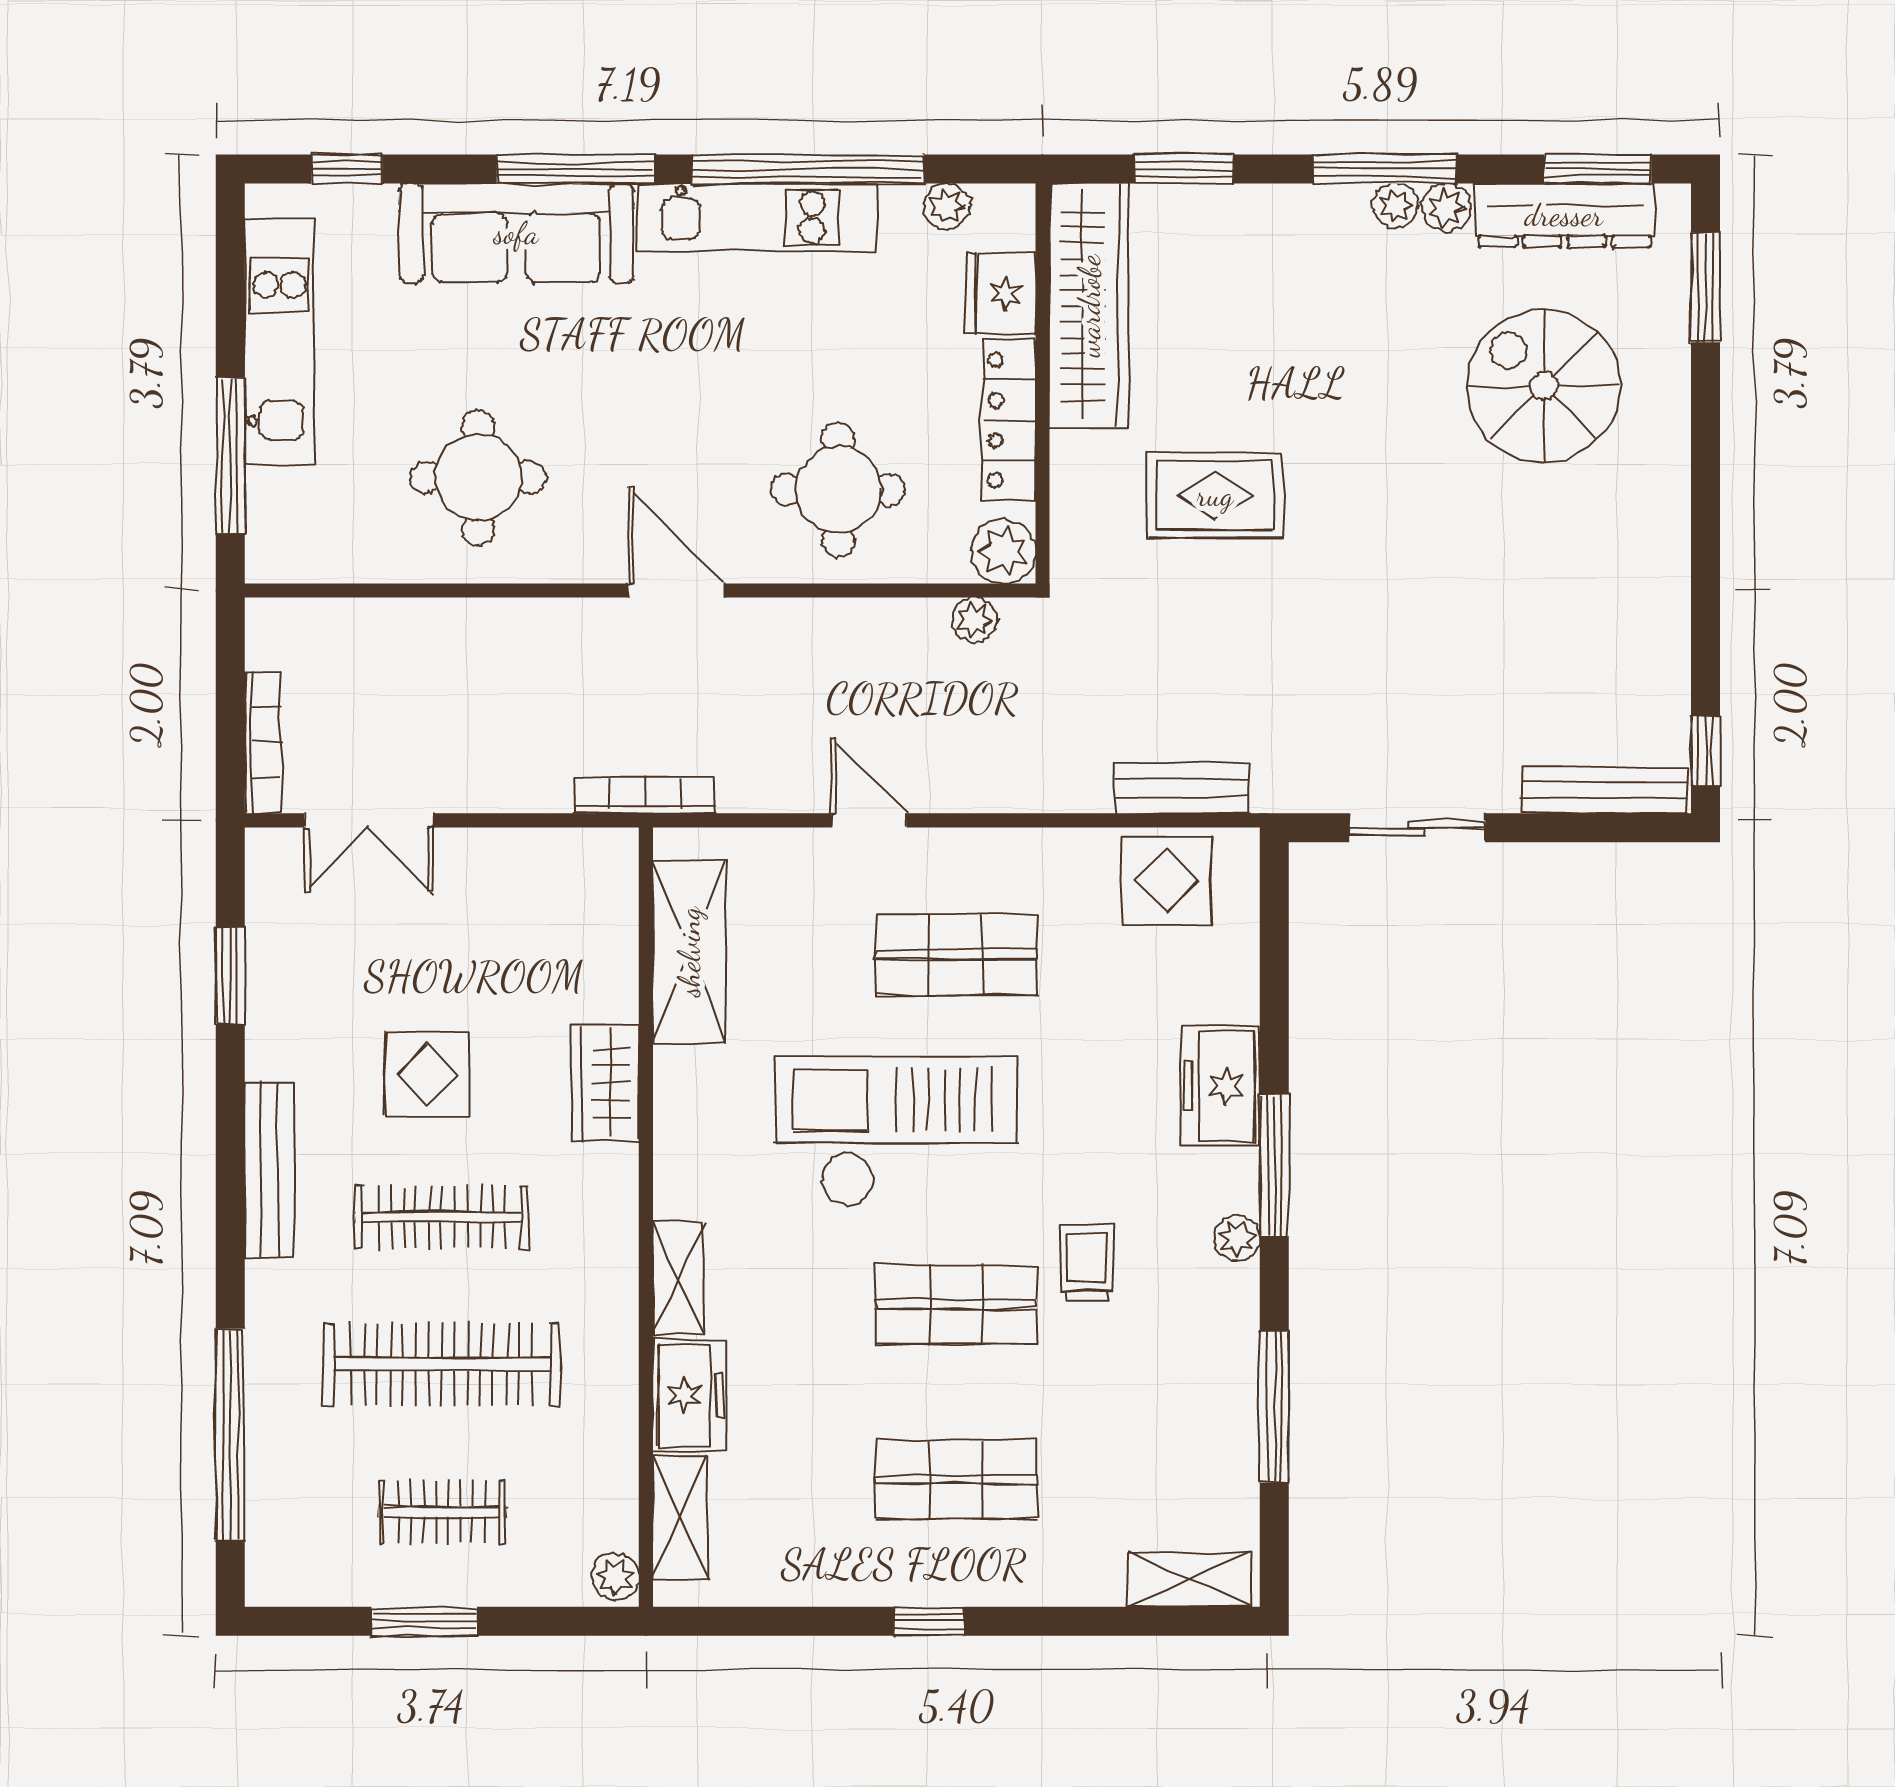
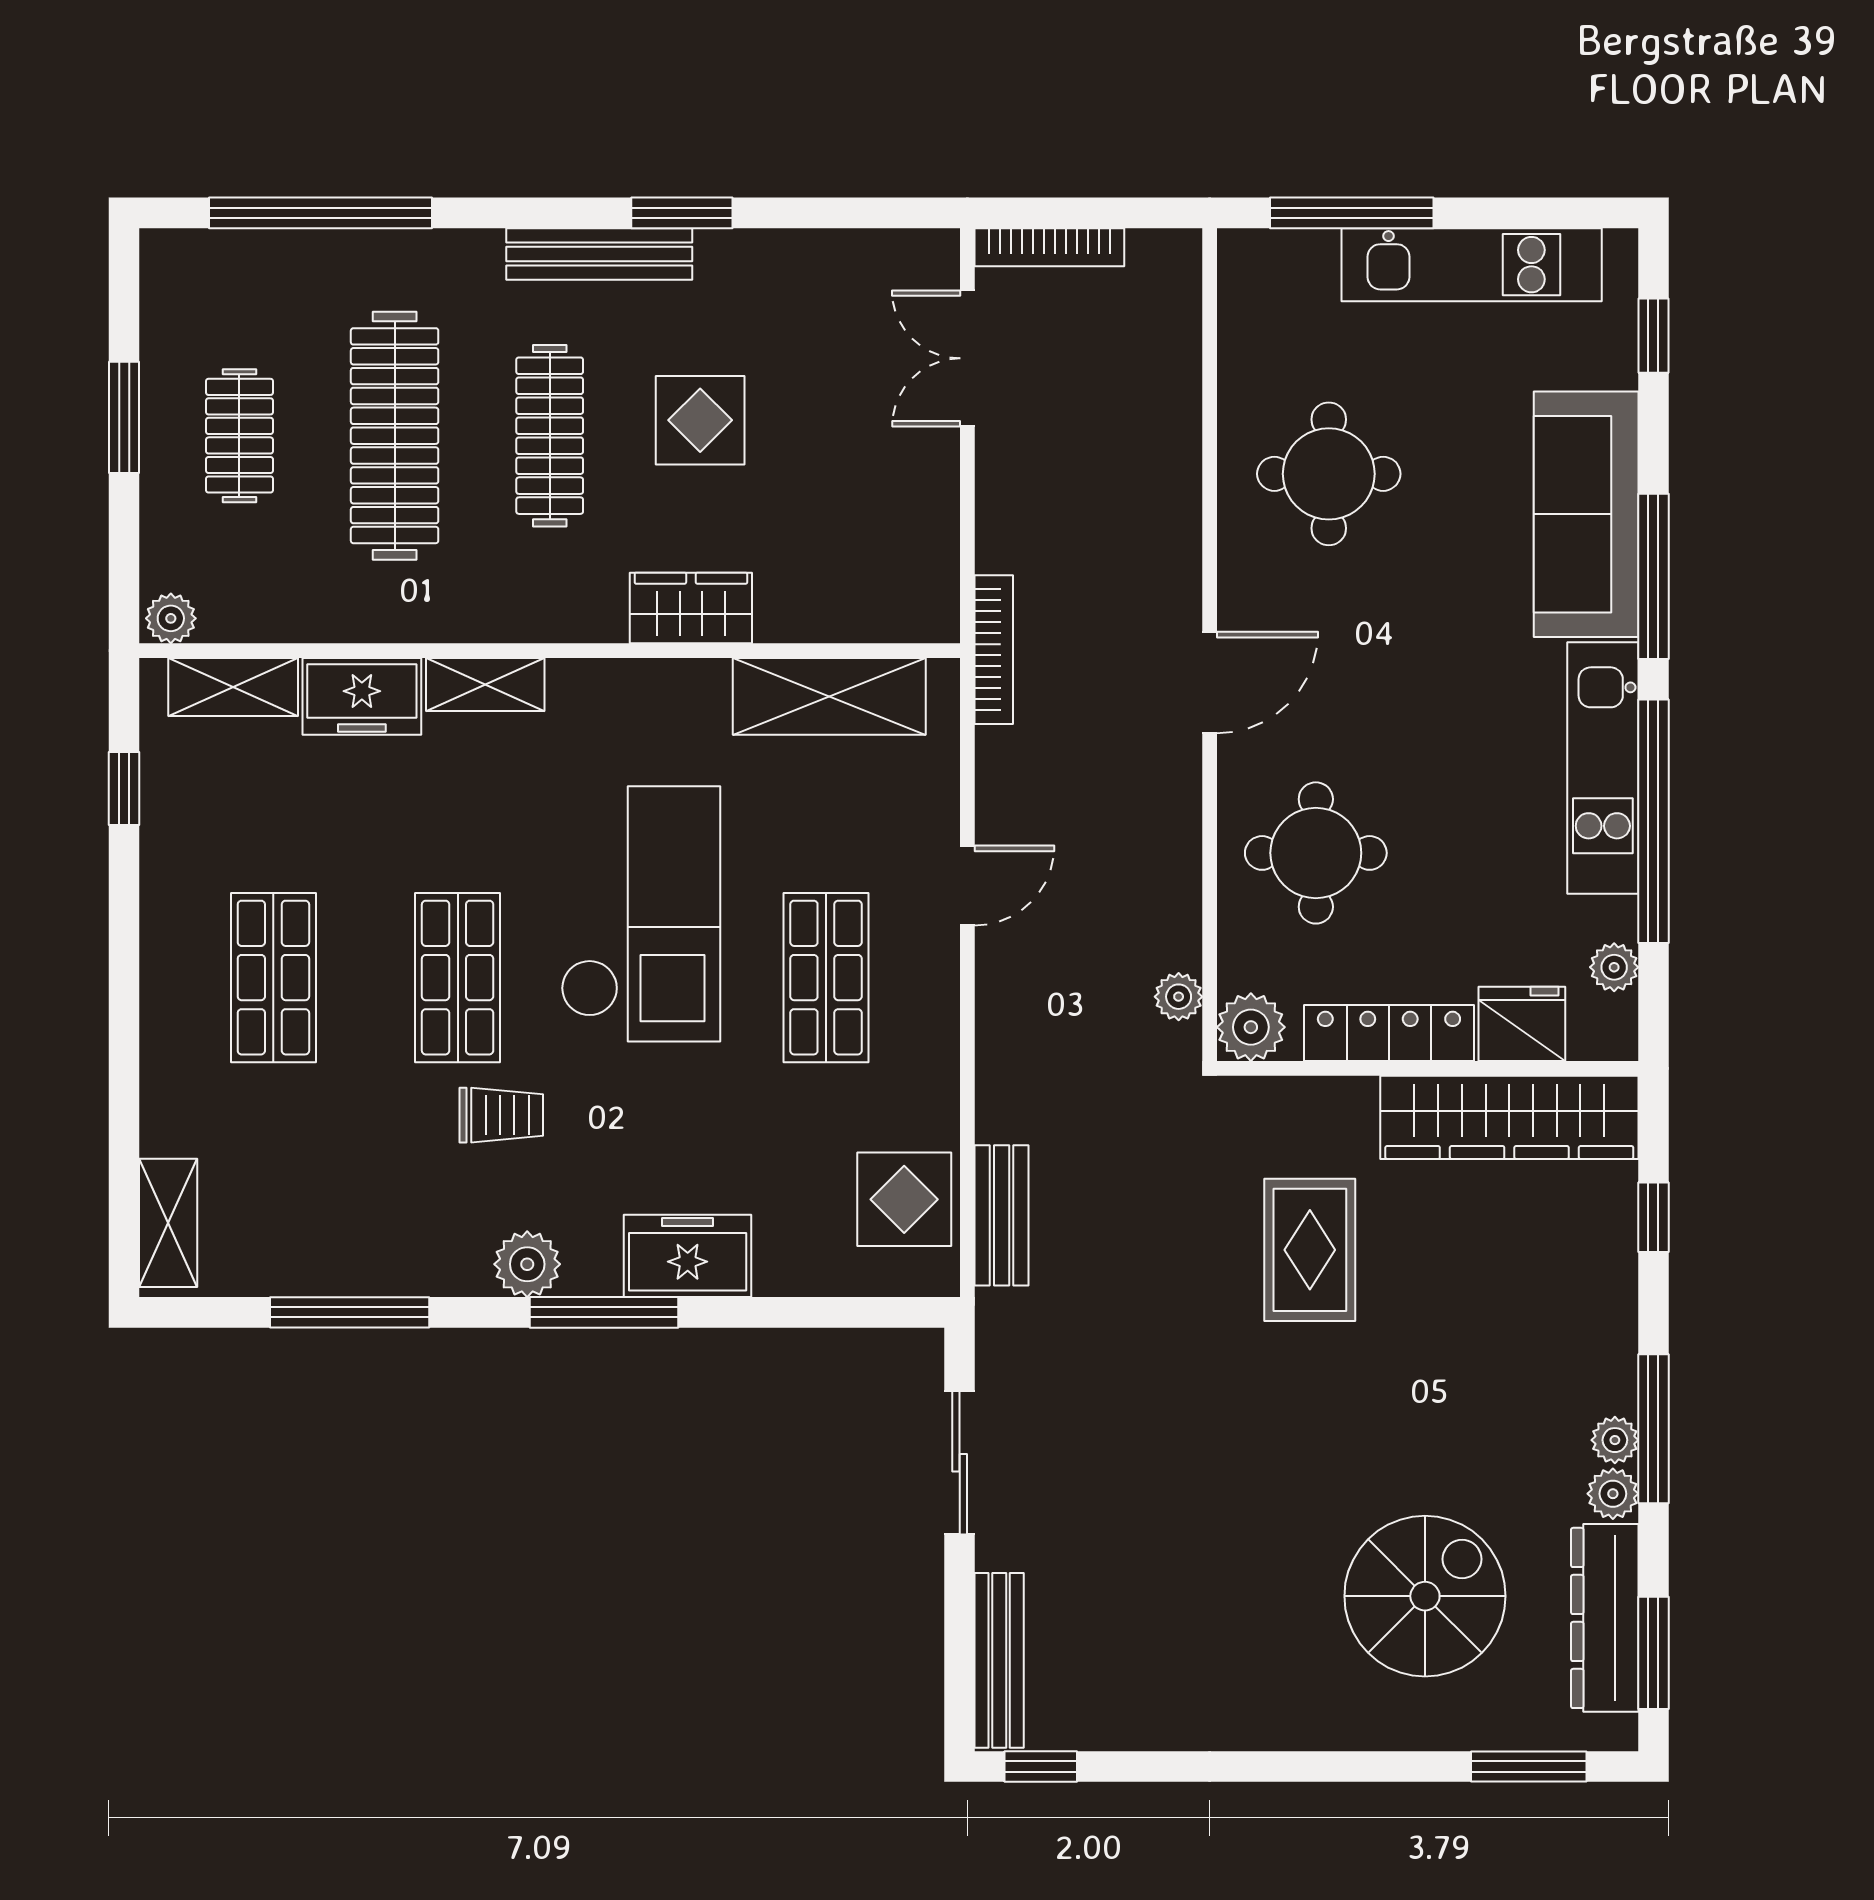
window: (1184, 169) -> (1653, 1217), width x0.67
window: (230, 976) -> (682, 213), moved
plant: (1237, 1238) -> (527, 1264), width x1.38, depth x1.38
window: (929, 1621) -> (124, 789), moved

